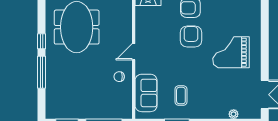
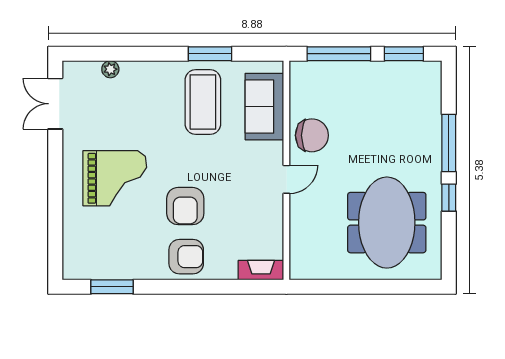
chair: (119, 77) -> (312, 135), width x1.87, depth x1.87
coffee table: (181, 96) -> (203, 102), width x1.86, depth x1.72

